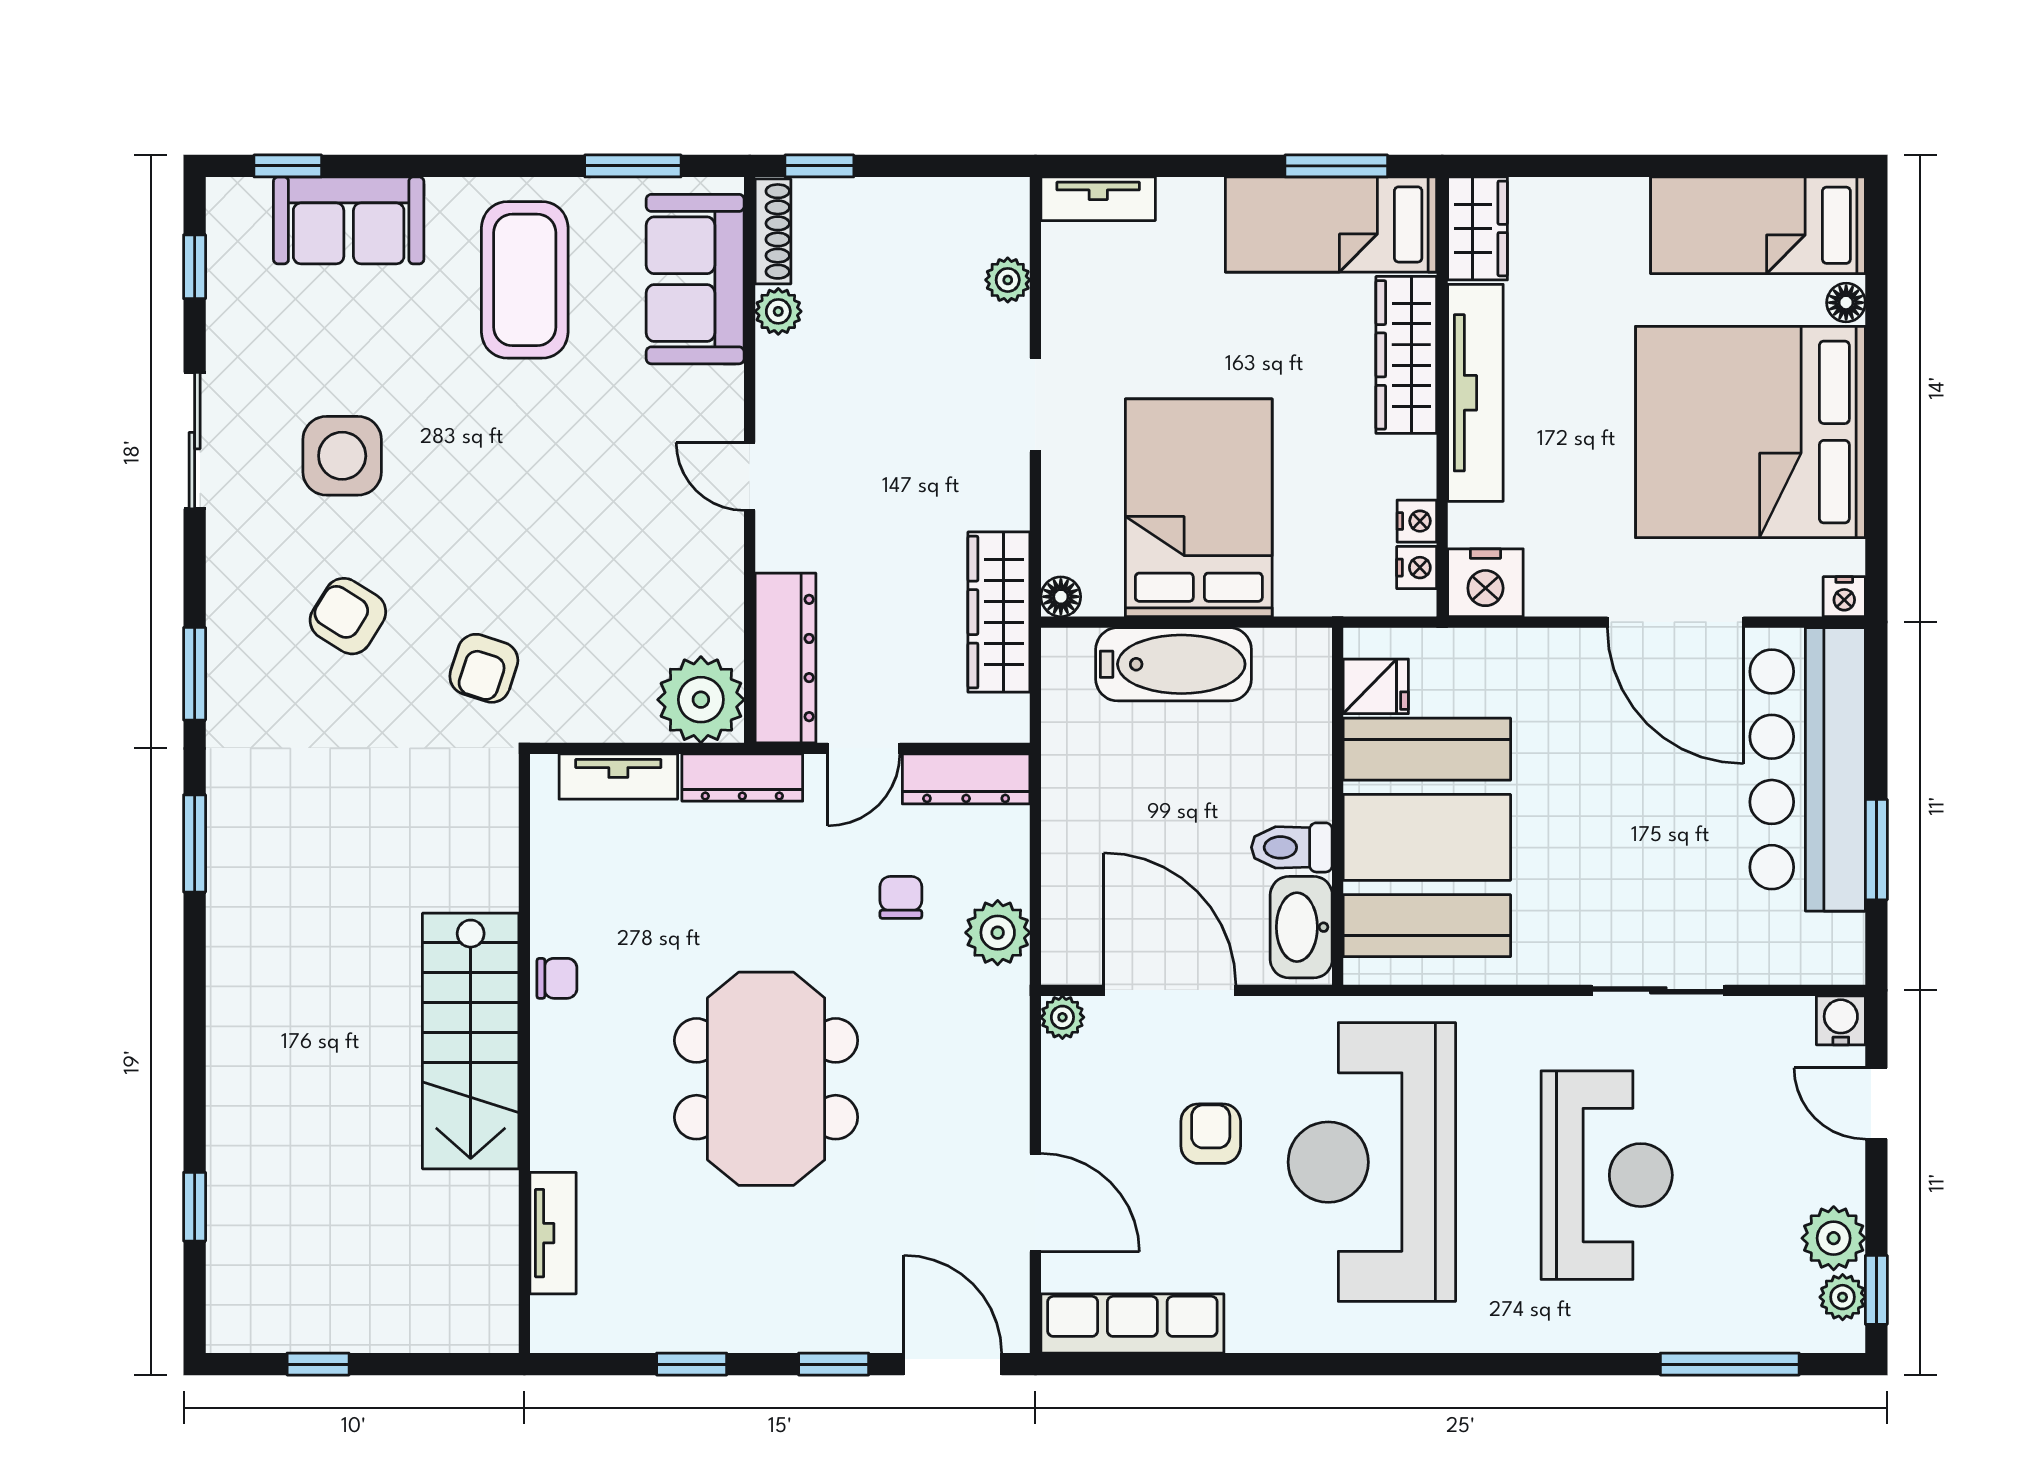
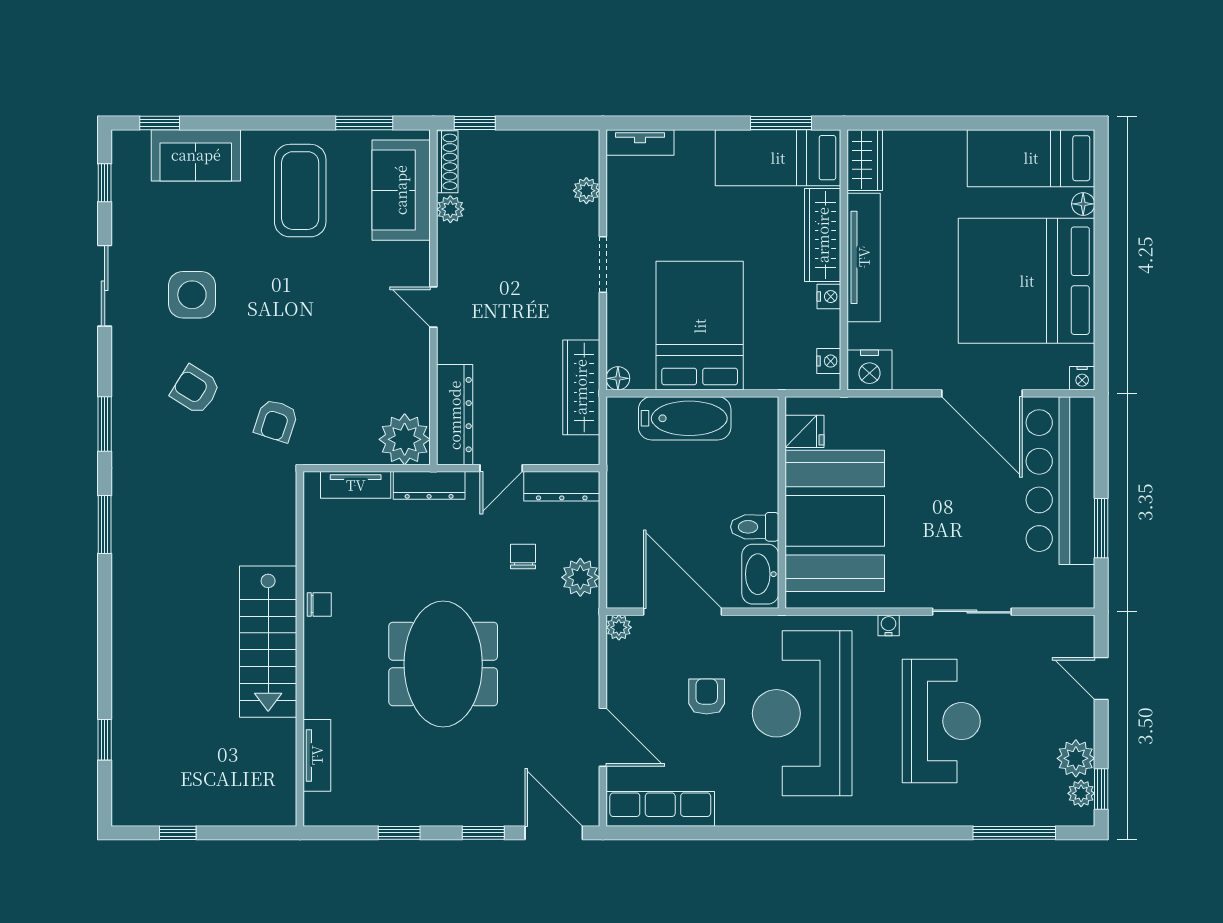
nightstand: (1417, 521) -> (829, 297), moved
water cooler: (1841, 1020) -> (889, 625), moved, width x0.72, depth x0.72

